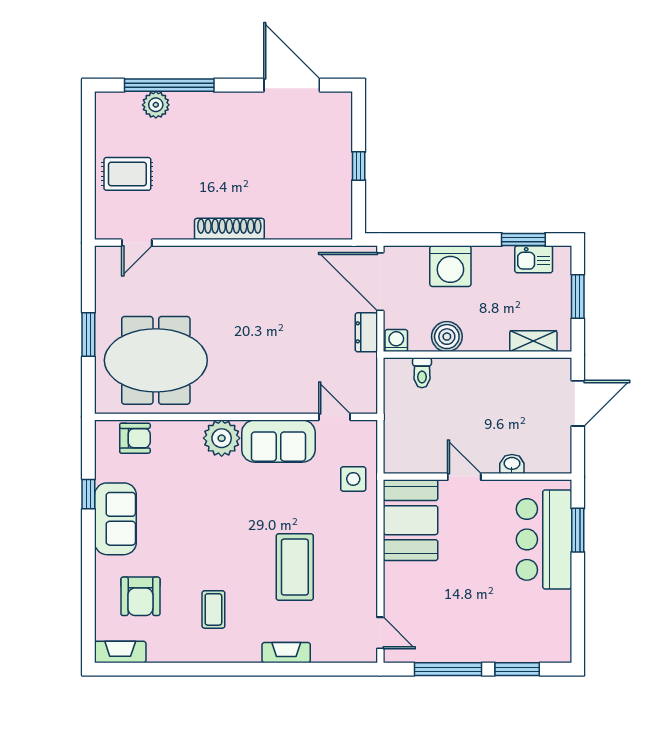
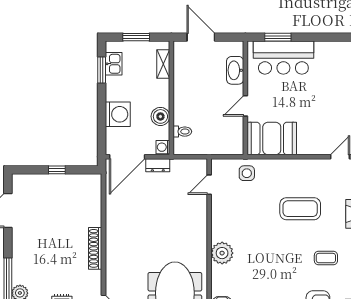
sofa: (278, 441) -> (224, 219), removed
washbasin: (512, 464) -> (235, 70), width x1.91, depth x1.45

